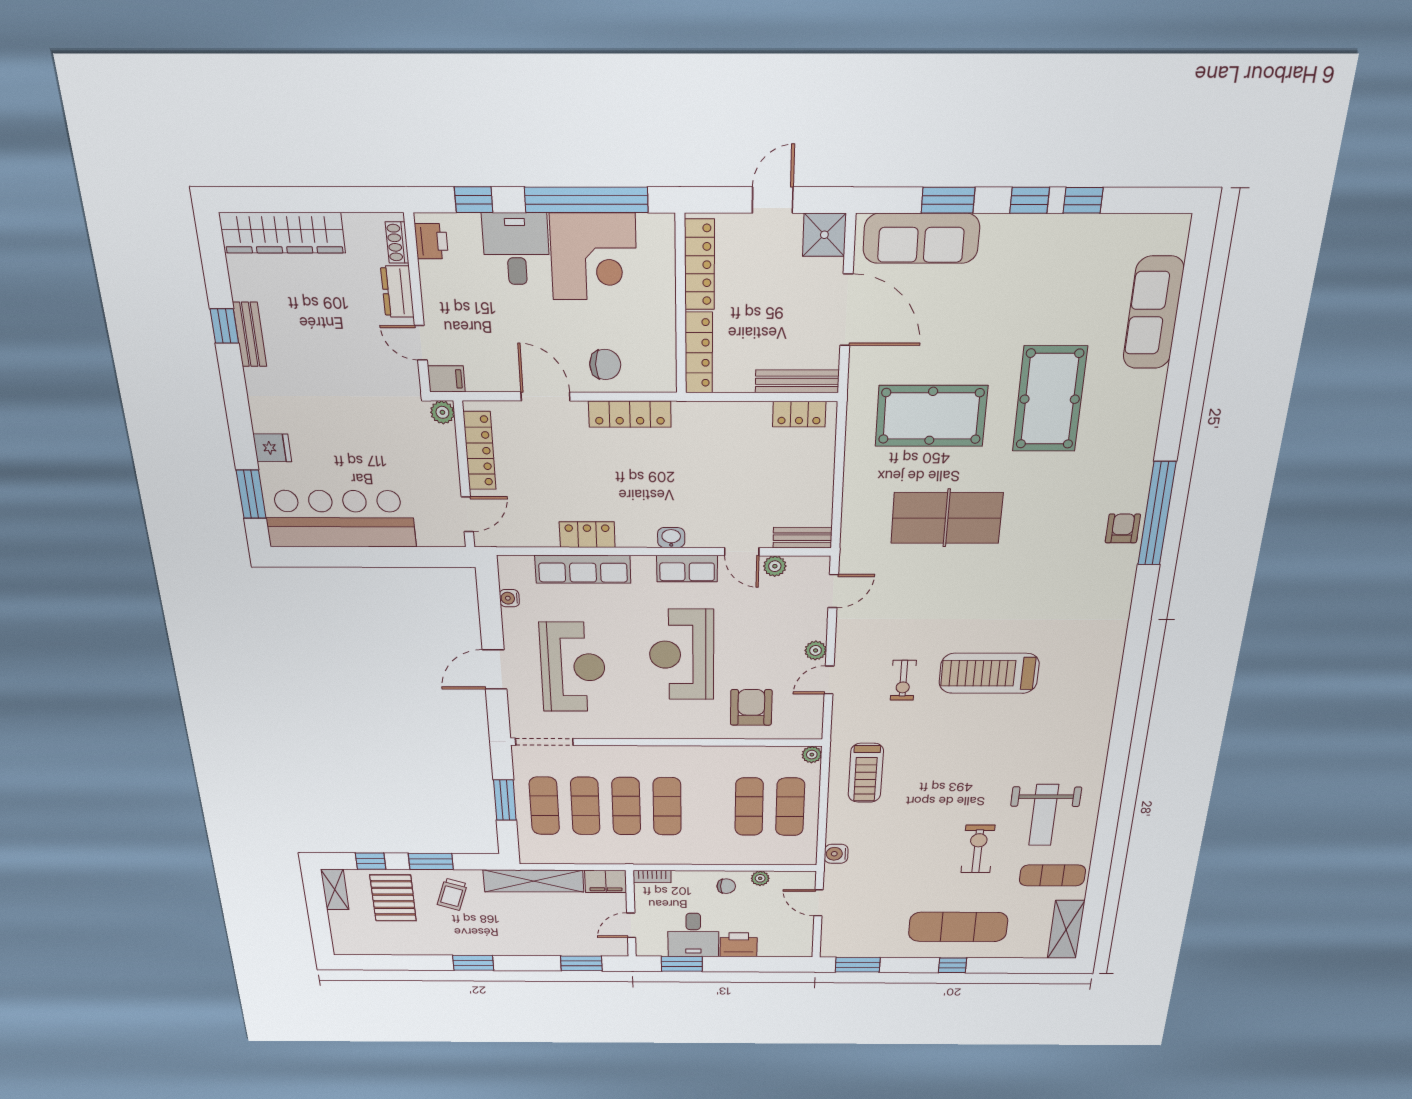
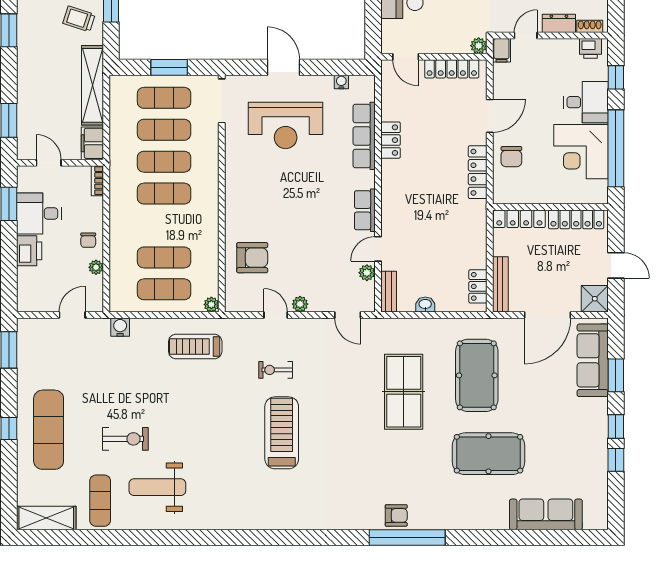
washbasin: (671, 538) -> (425, 304), moved, turned -90
reception desk: (682, 655) -> (296, 206), removed

